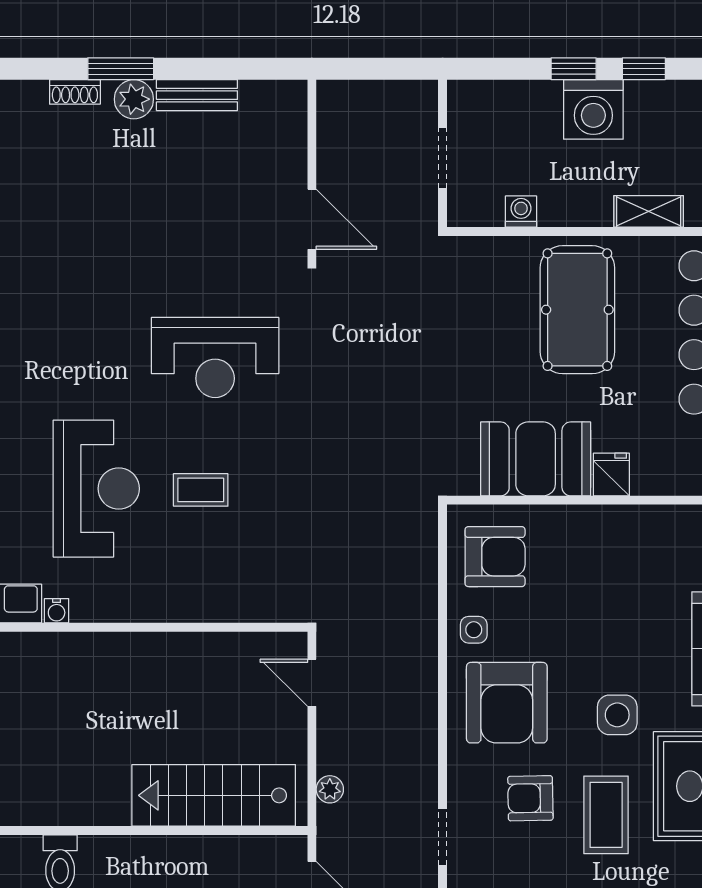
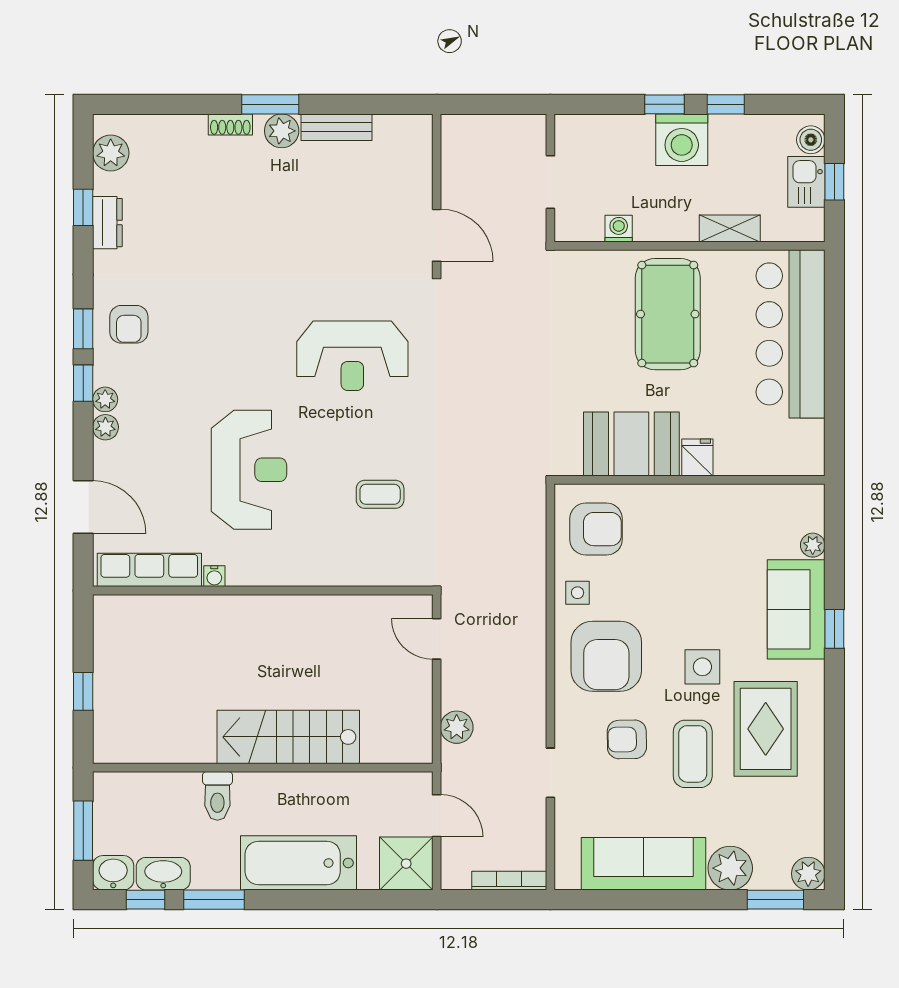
coffee table: (201, 490) -> (380, 494), moved
plant: (330, 789) -> (457, 727), width x1.38, depth x1.38
stairs: (214, 795) -> (288, 737), moved

